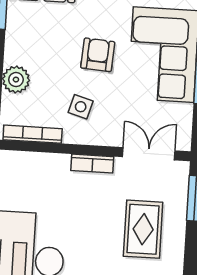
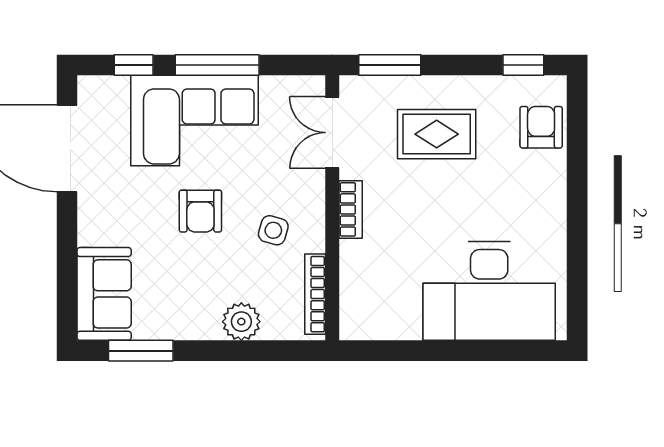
armchair: (98, 55) -> (200, 211), turned -94

